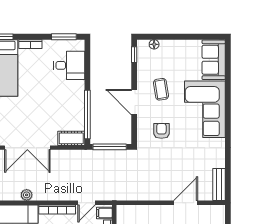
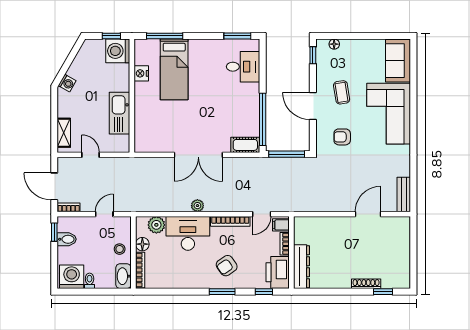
bookcase: (30, 44) -> (201, 44), removed
armchair: (161, 131) -> (342, 137), turned -90

